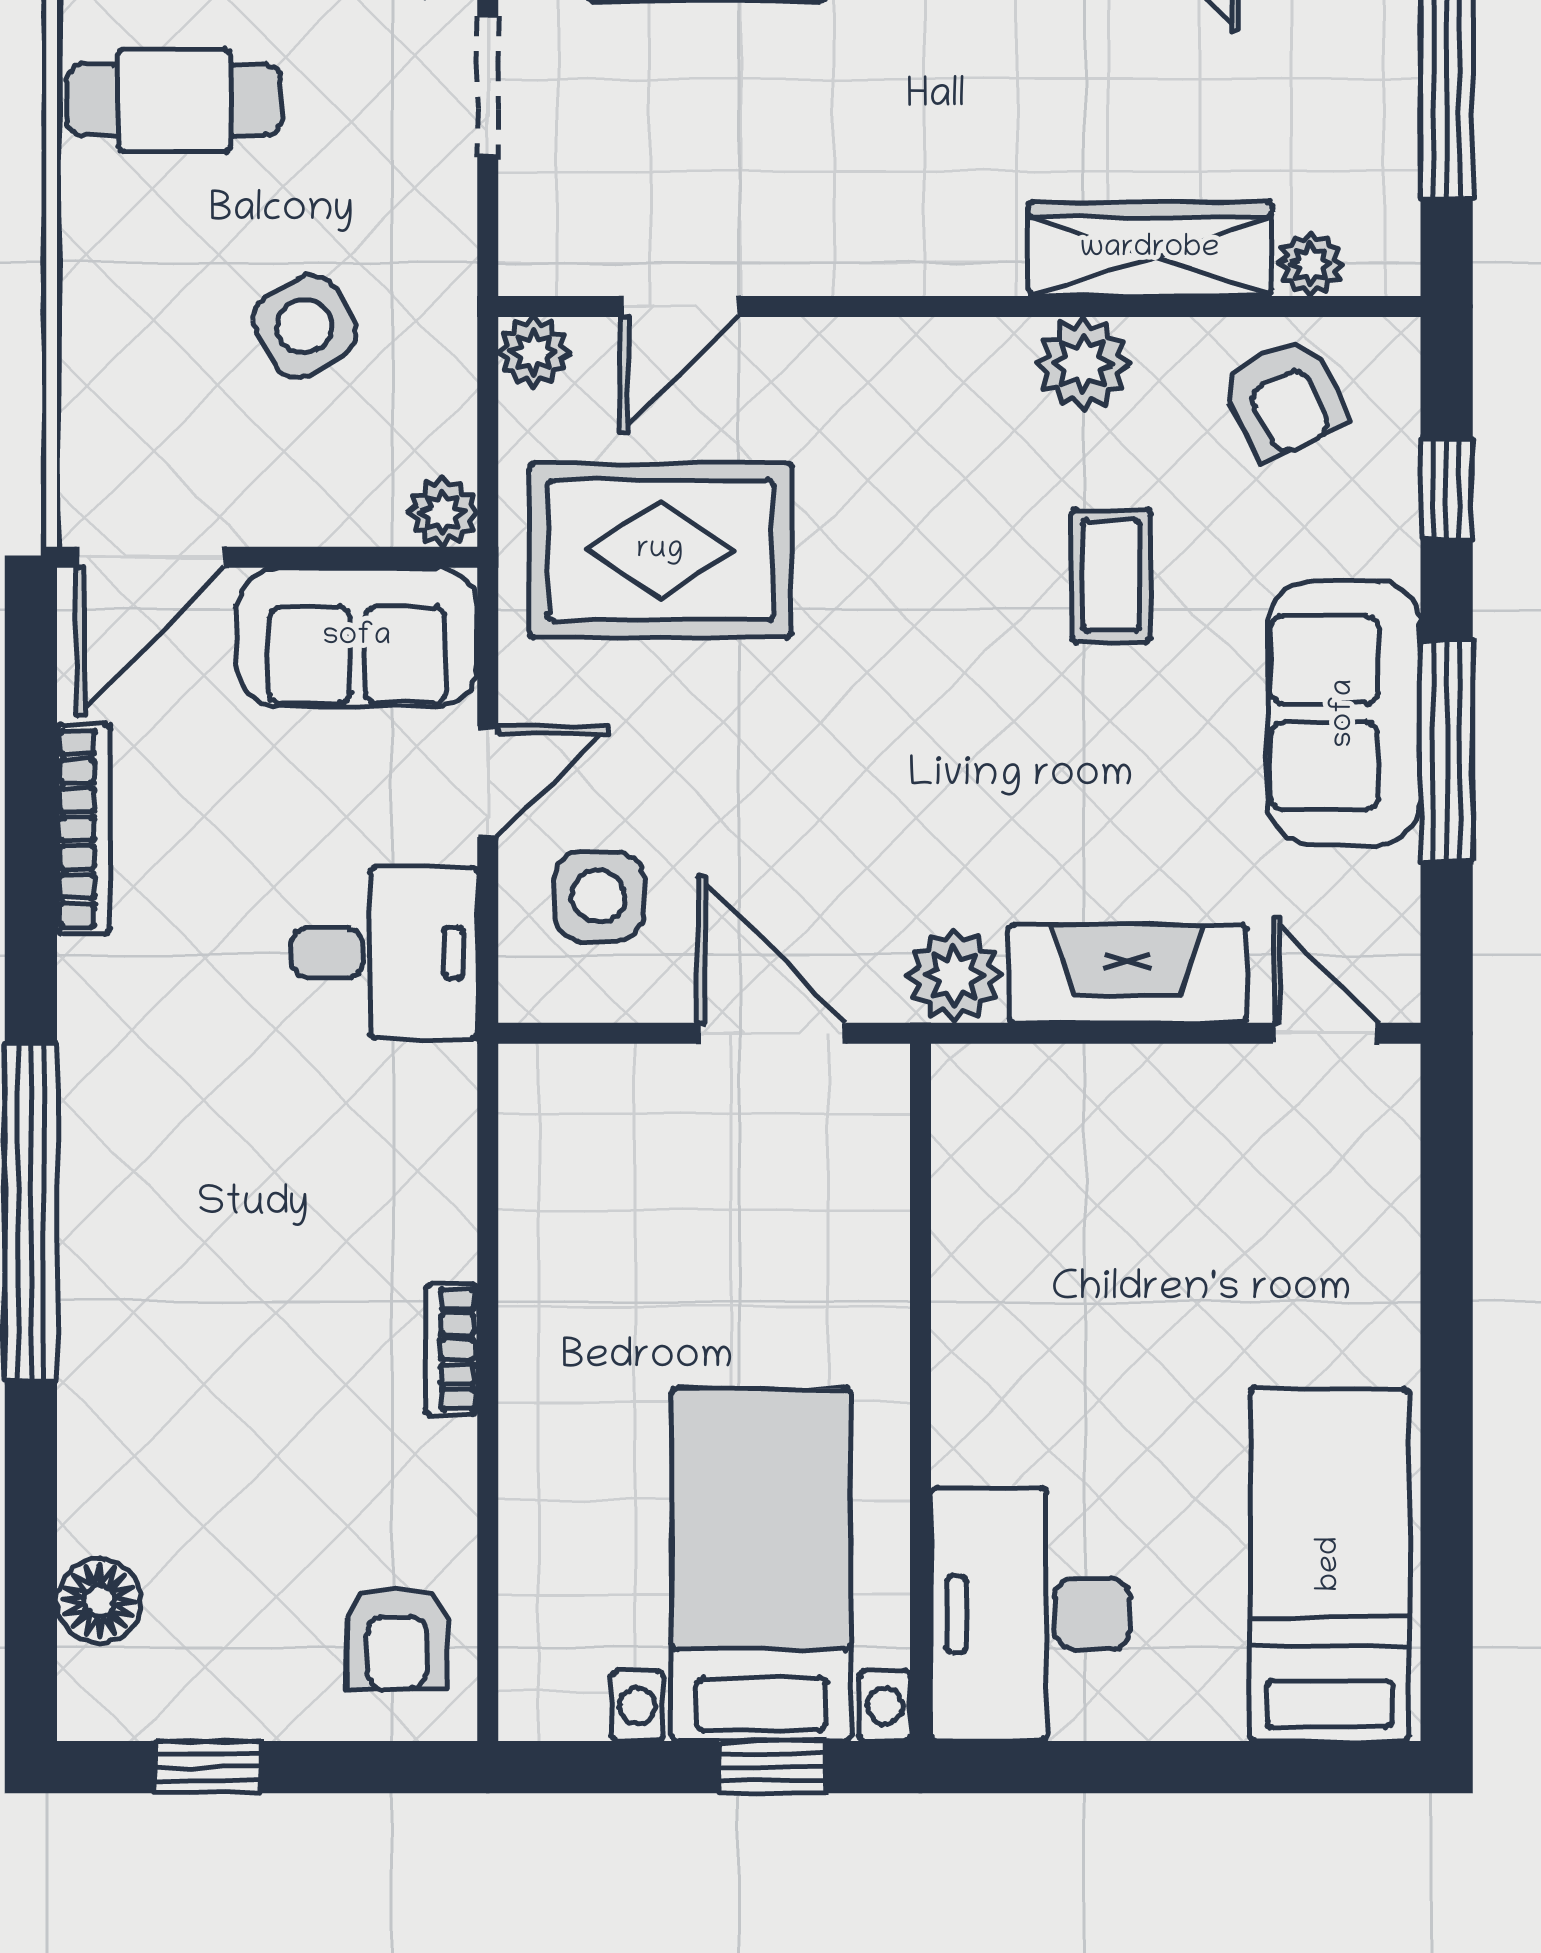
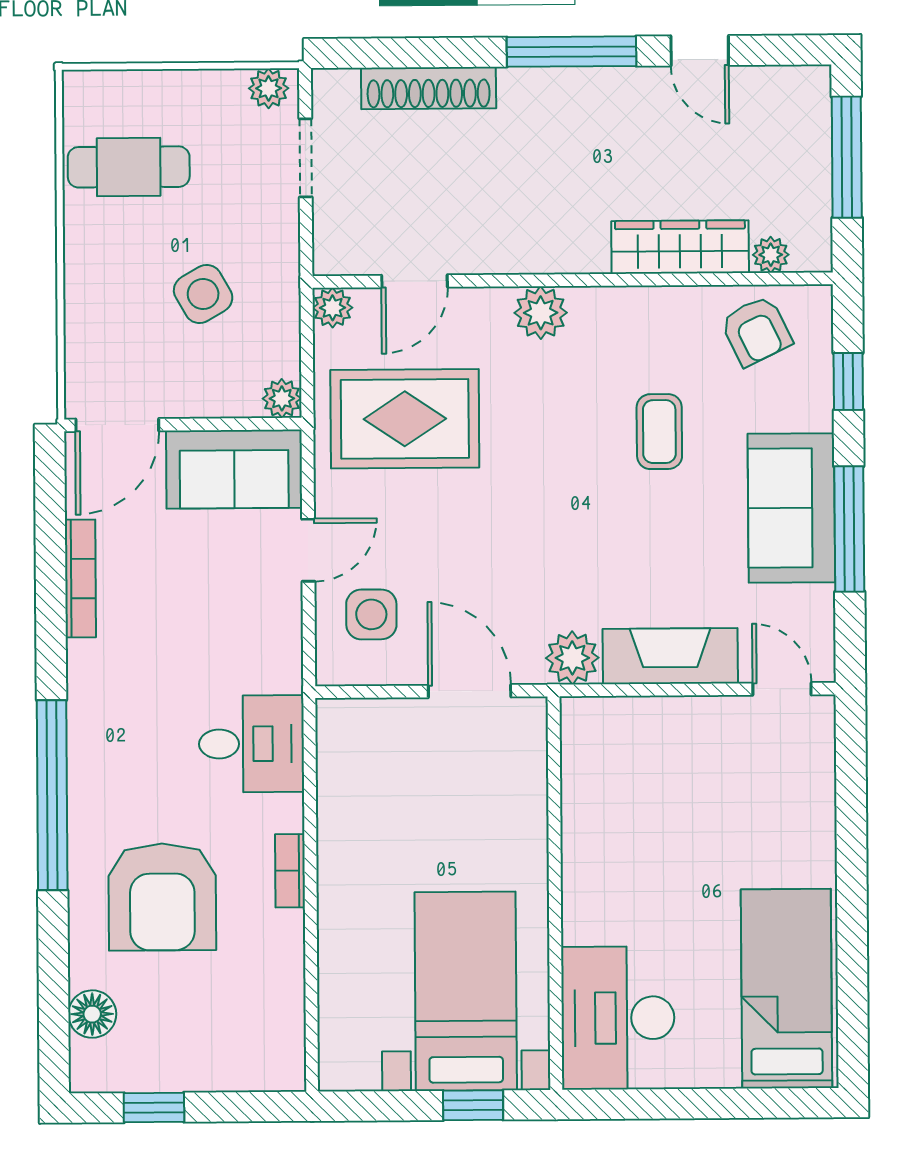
plant: (1083, 364) -> (541, 313), moved
desk: (385, 953) -> (251, 744), moved
armchair: (397, 1638) -> (162, 897), moved, width x1.88, depth x1.88

